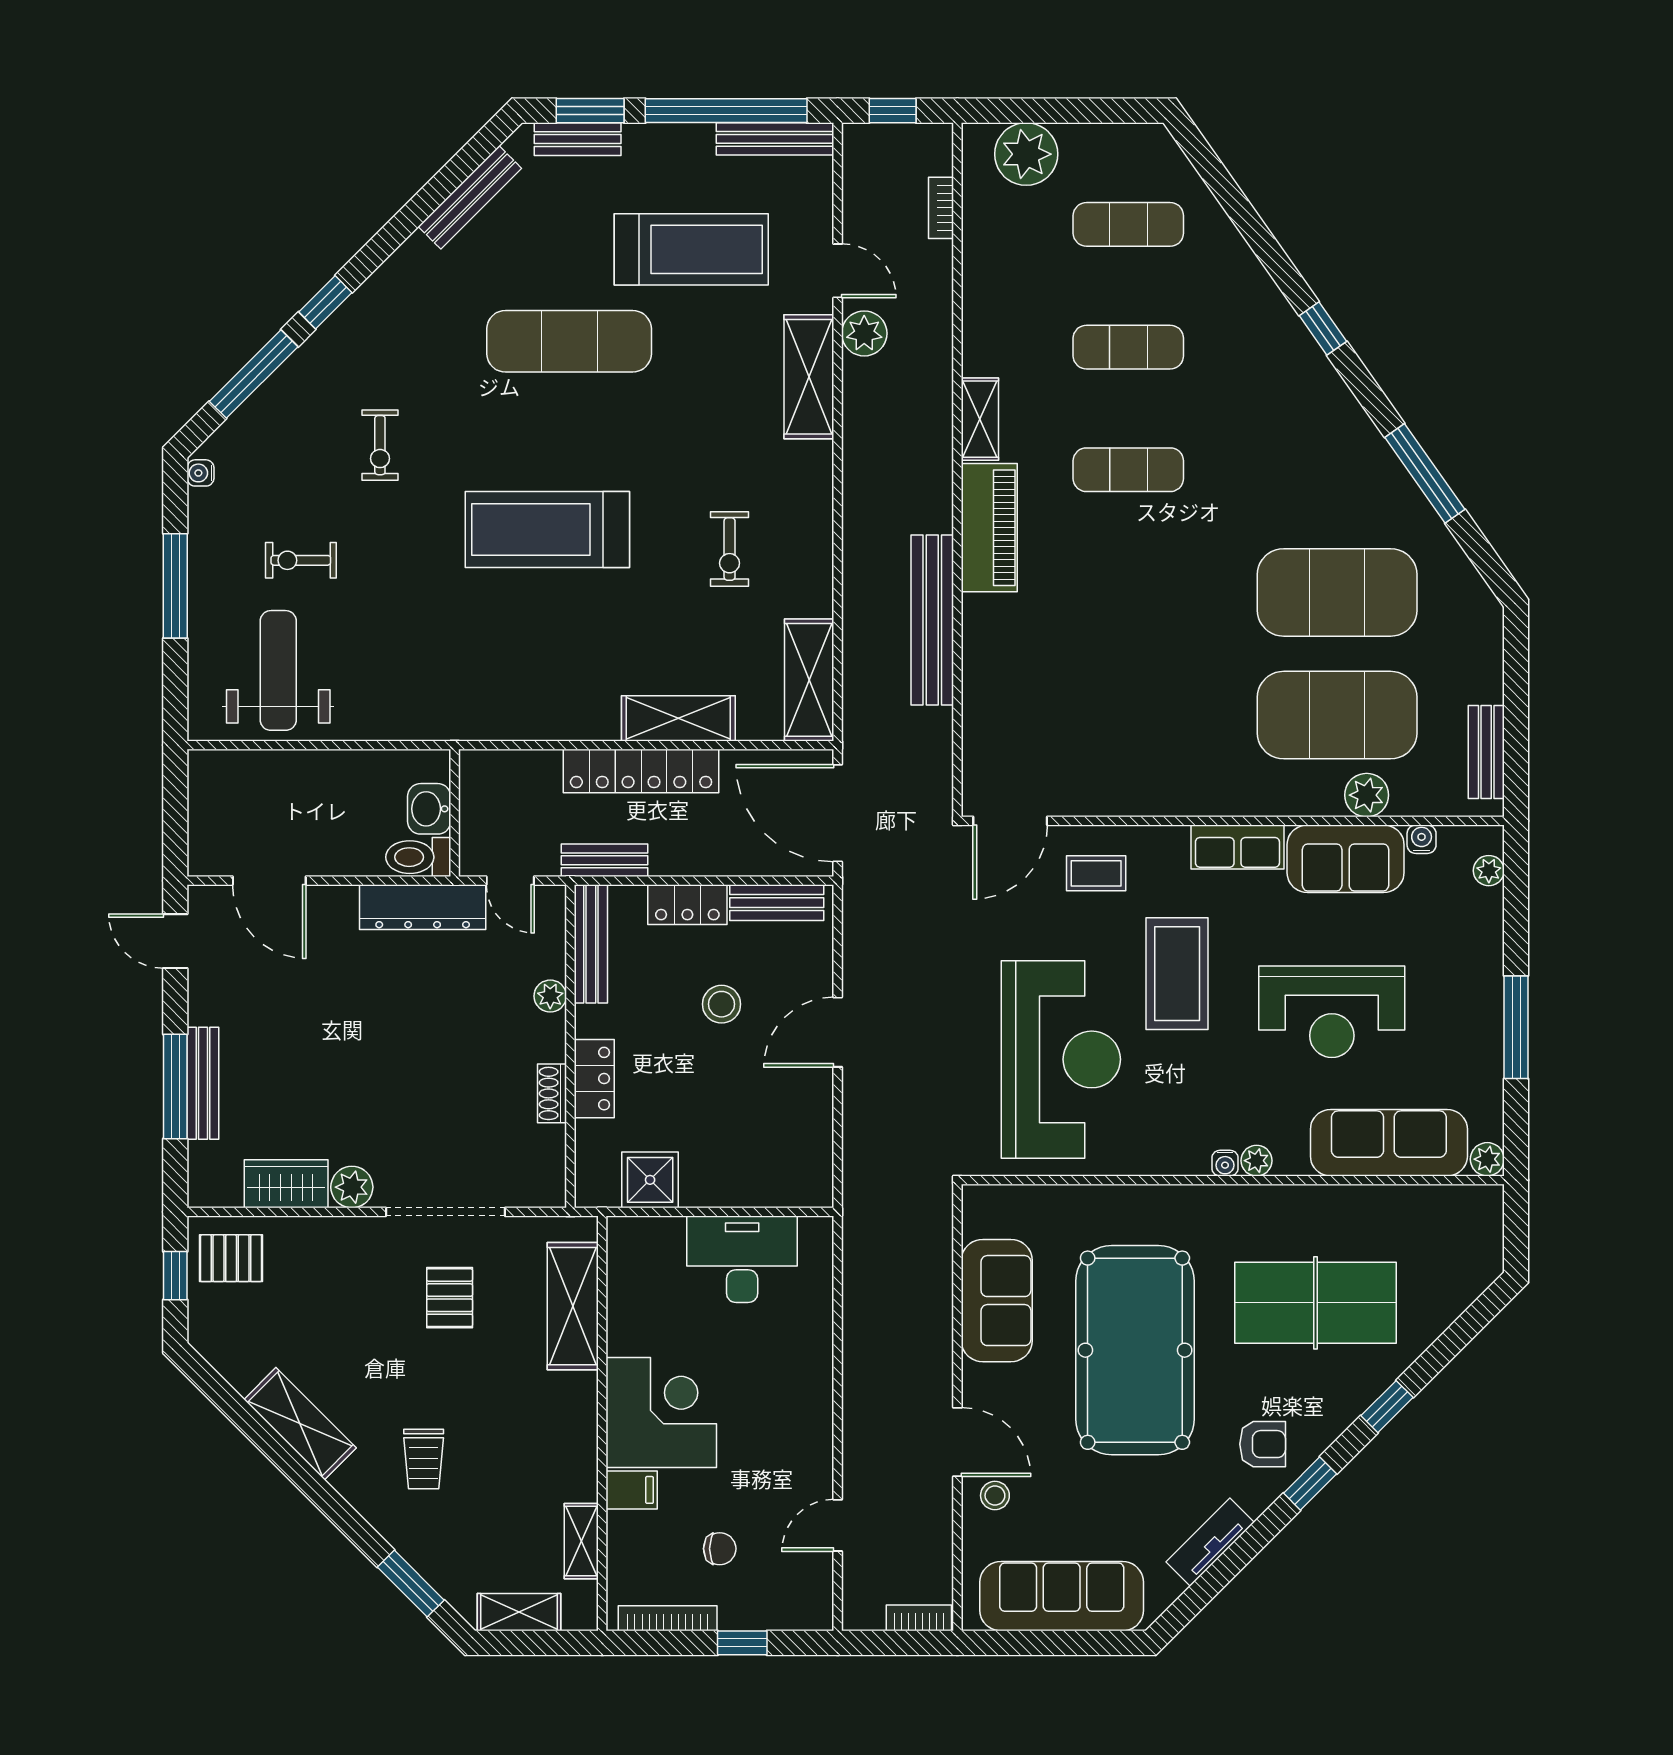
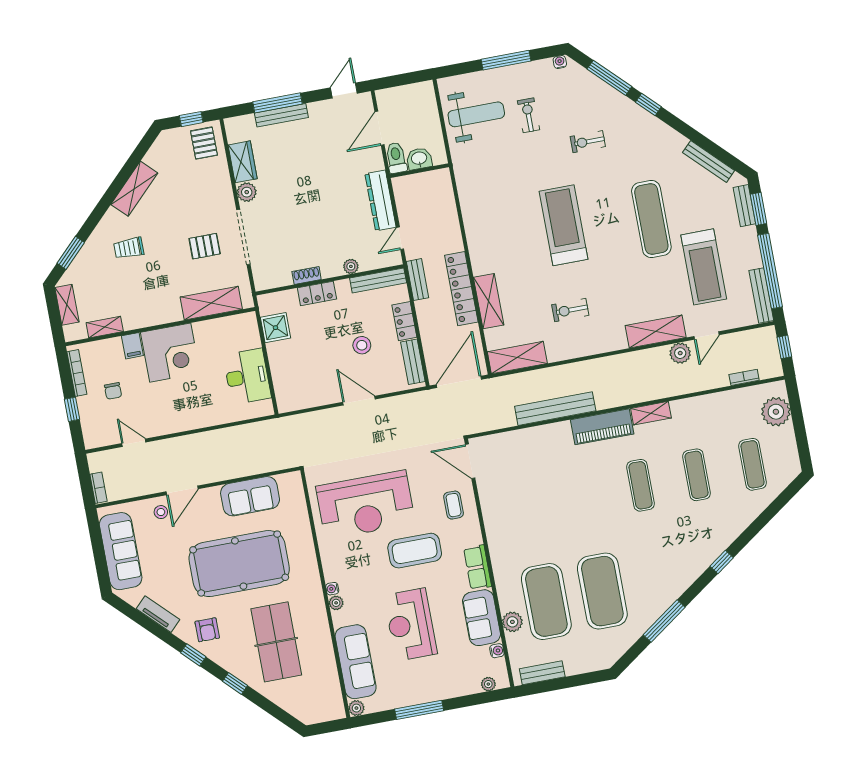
washbasin: (429, 809) -> (419, 159), moved
wall: (455, 813) -> (419, 171), moved
toilet: (418, 857) -> (396, 158), moved

